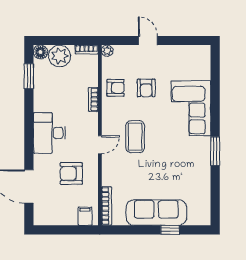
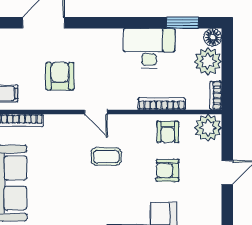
plant: (107, 51) -> (208, 128), width x1.88, depth x1.88
bookcase: (93, 99) -> (162, 104), width x1.56
desk: (49, 133) -> (149, 49), moved
coffee table: (135, 137) -> (106, 156), width x0.73, depth x0.77

